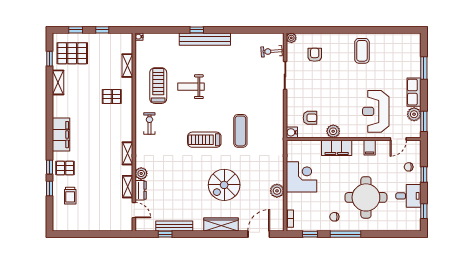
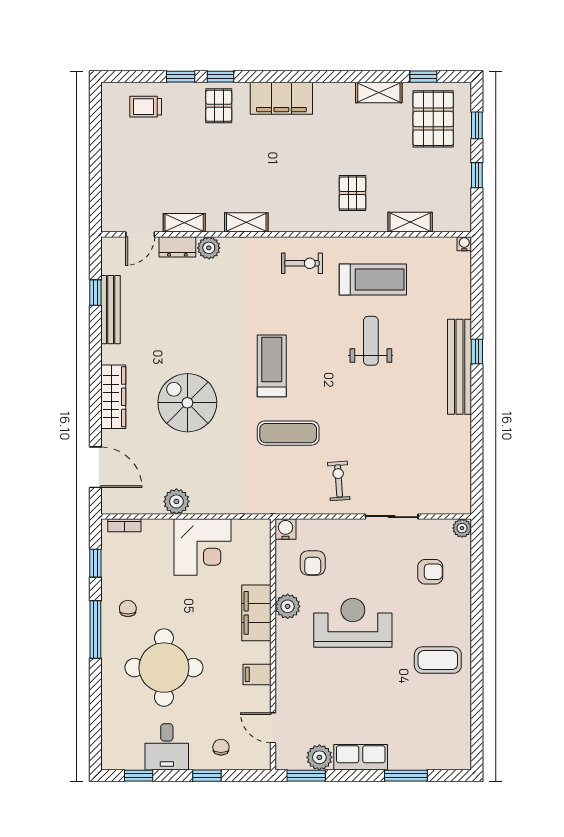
exercise bike: (272, 51) -> (339, 481), moved
reception desk: (376, 111) -> (353, 623), moved
trolley: (70, 196) -> (146, 107), moved

